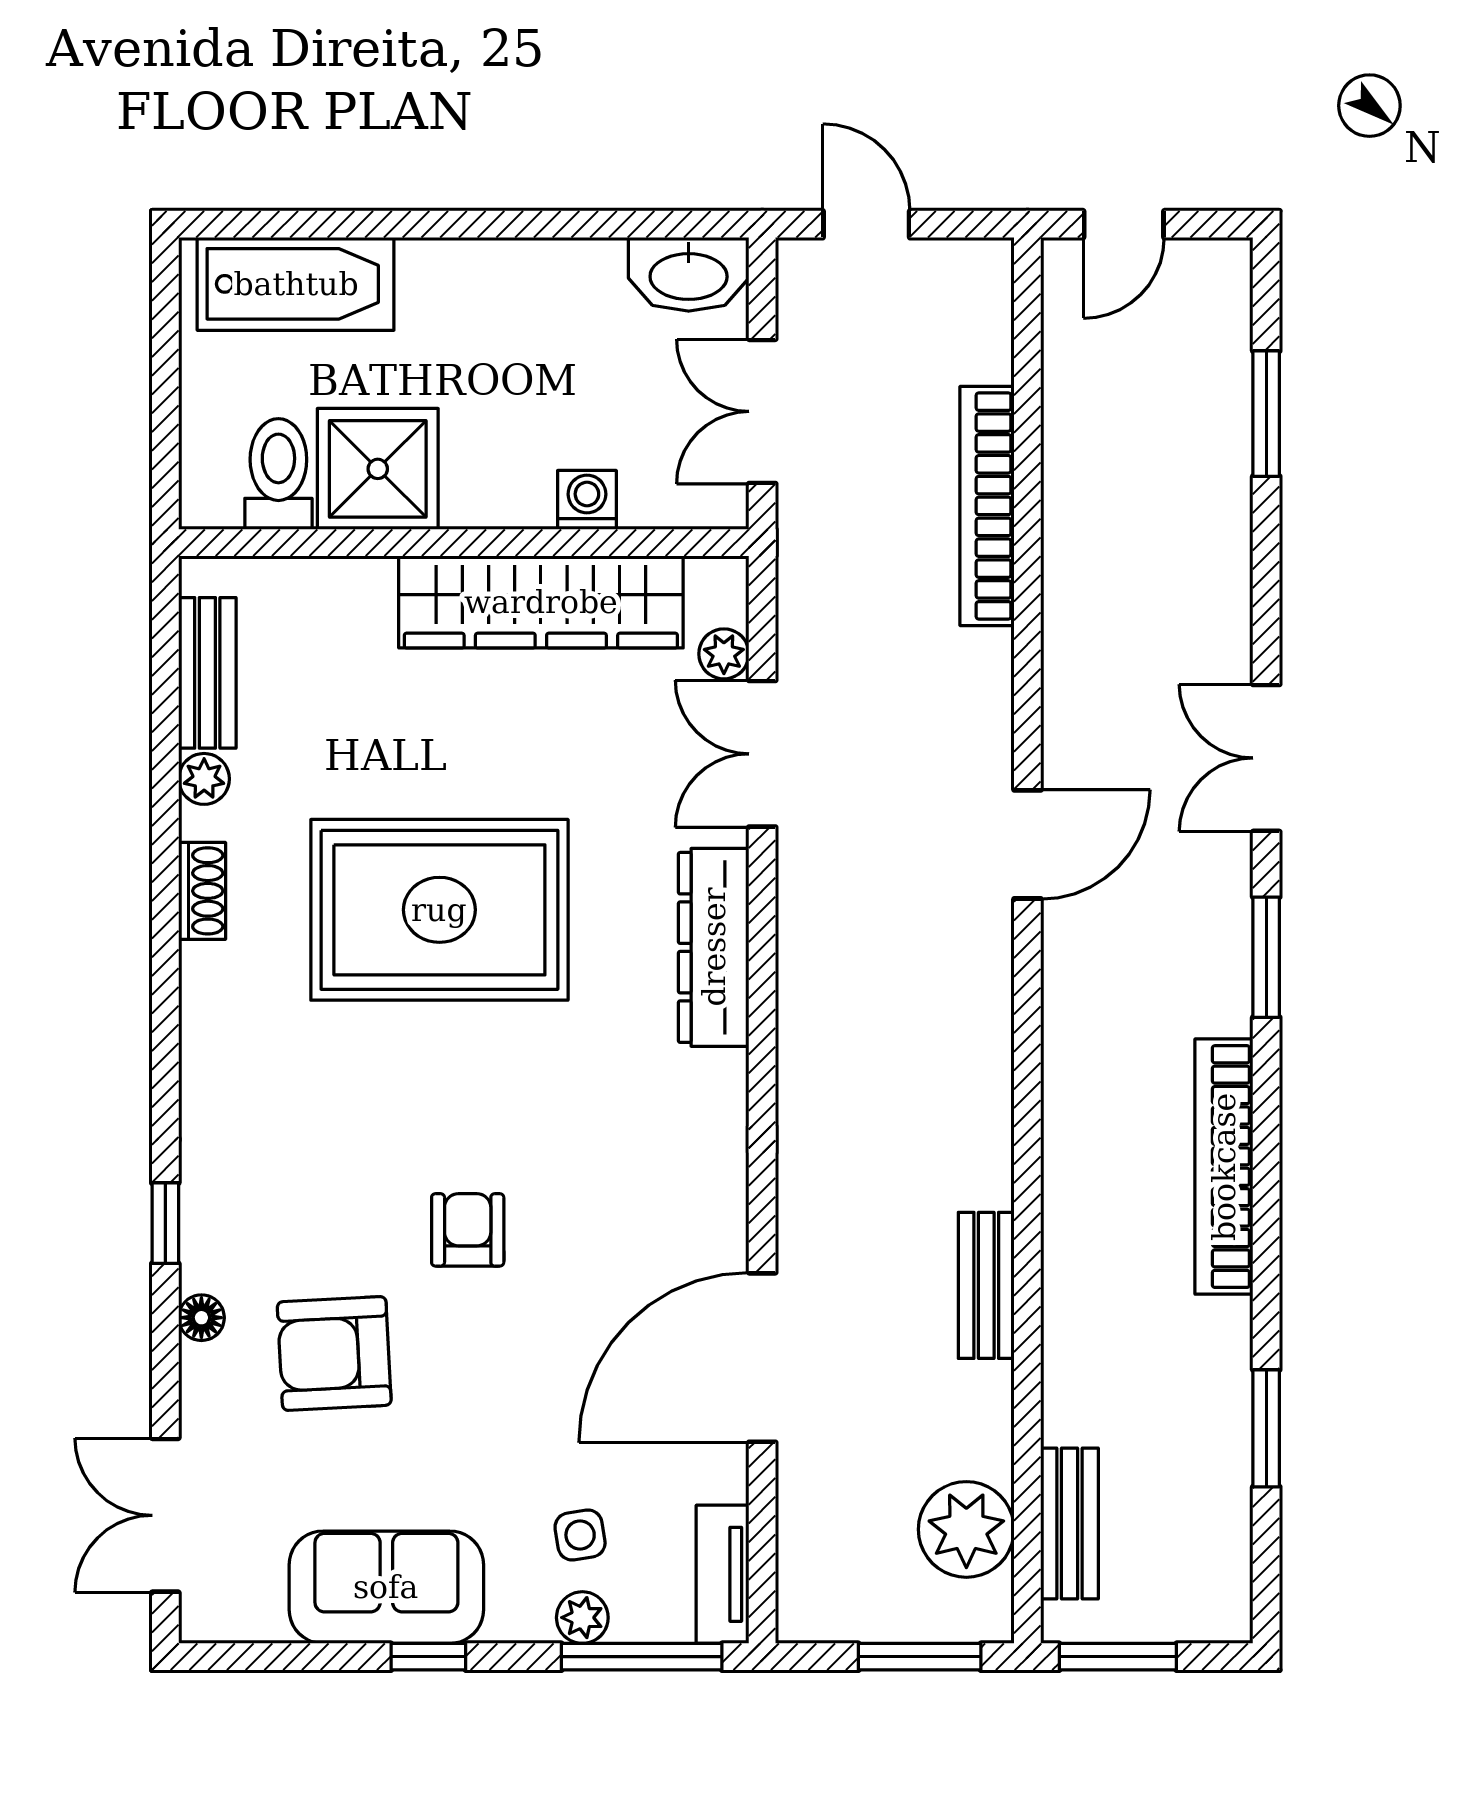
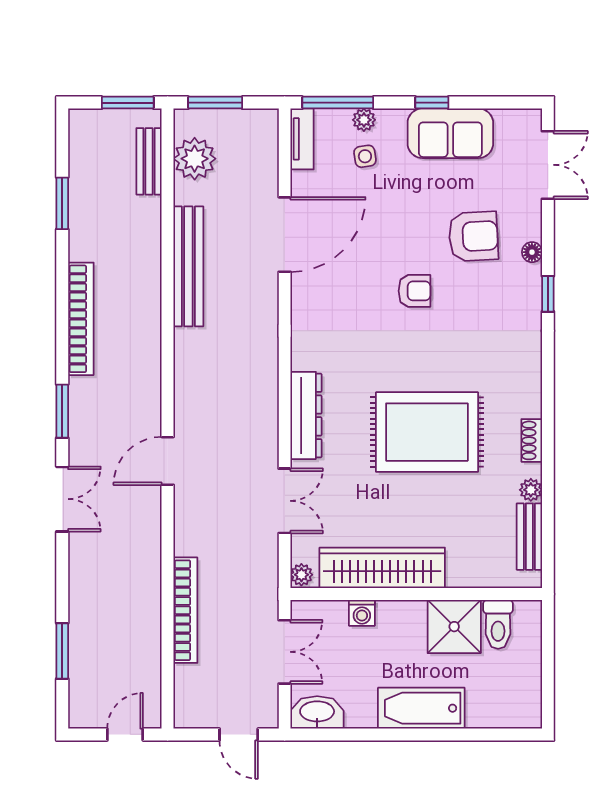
bathtub: (296, 284) -> (421, 708), moved
plant: (724, 654) -> (301, 575), moved
armchair: (468, 1230) -> (415, 291), turned -90
bench: (986, 1285) -> (188, 266), width x1.86, depth x1.21

